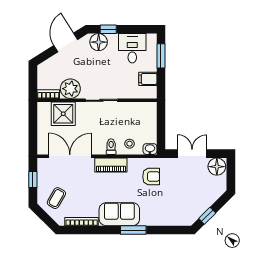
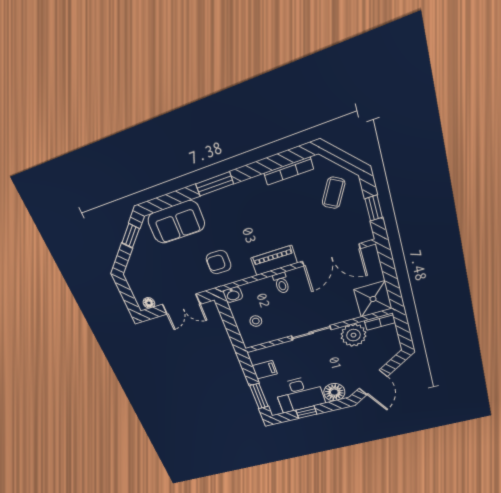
window: (108, 29) -> (306, 412), moved
desk: (132, 48) -> (299, 394), width x1.37
shower: (63, 114) -> (373, 299), moved
stool: (130, 144) -> (256, 321), moved
floor lamp: (217, 167) -> (149, 303), width x0.53, depth x0.53
sofa: (119, 214) -> (176, 222), moved

